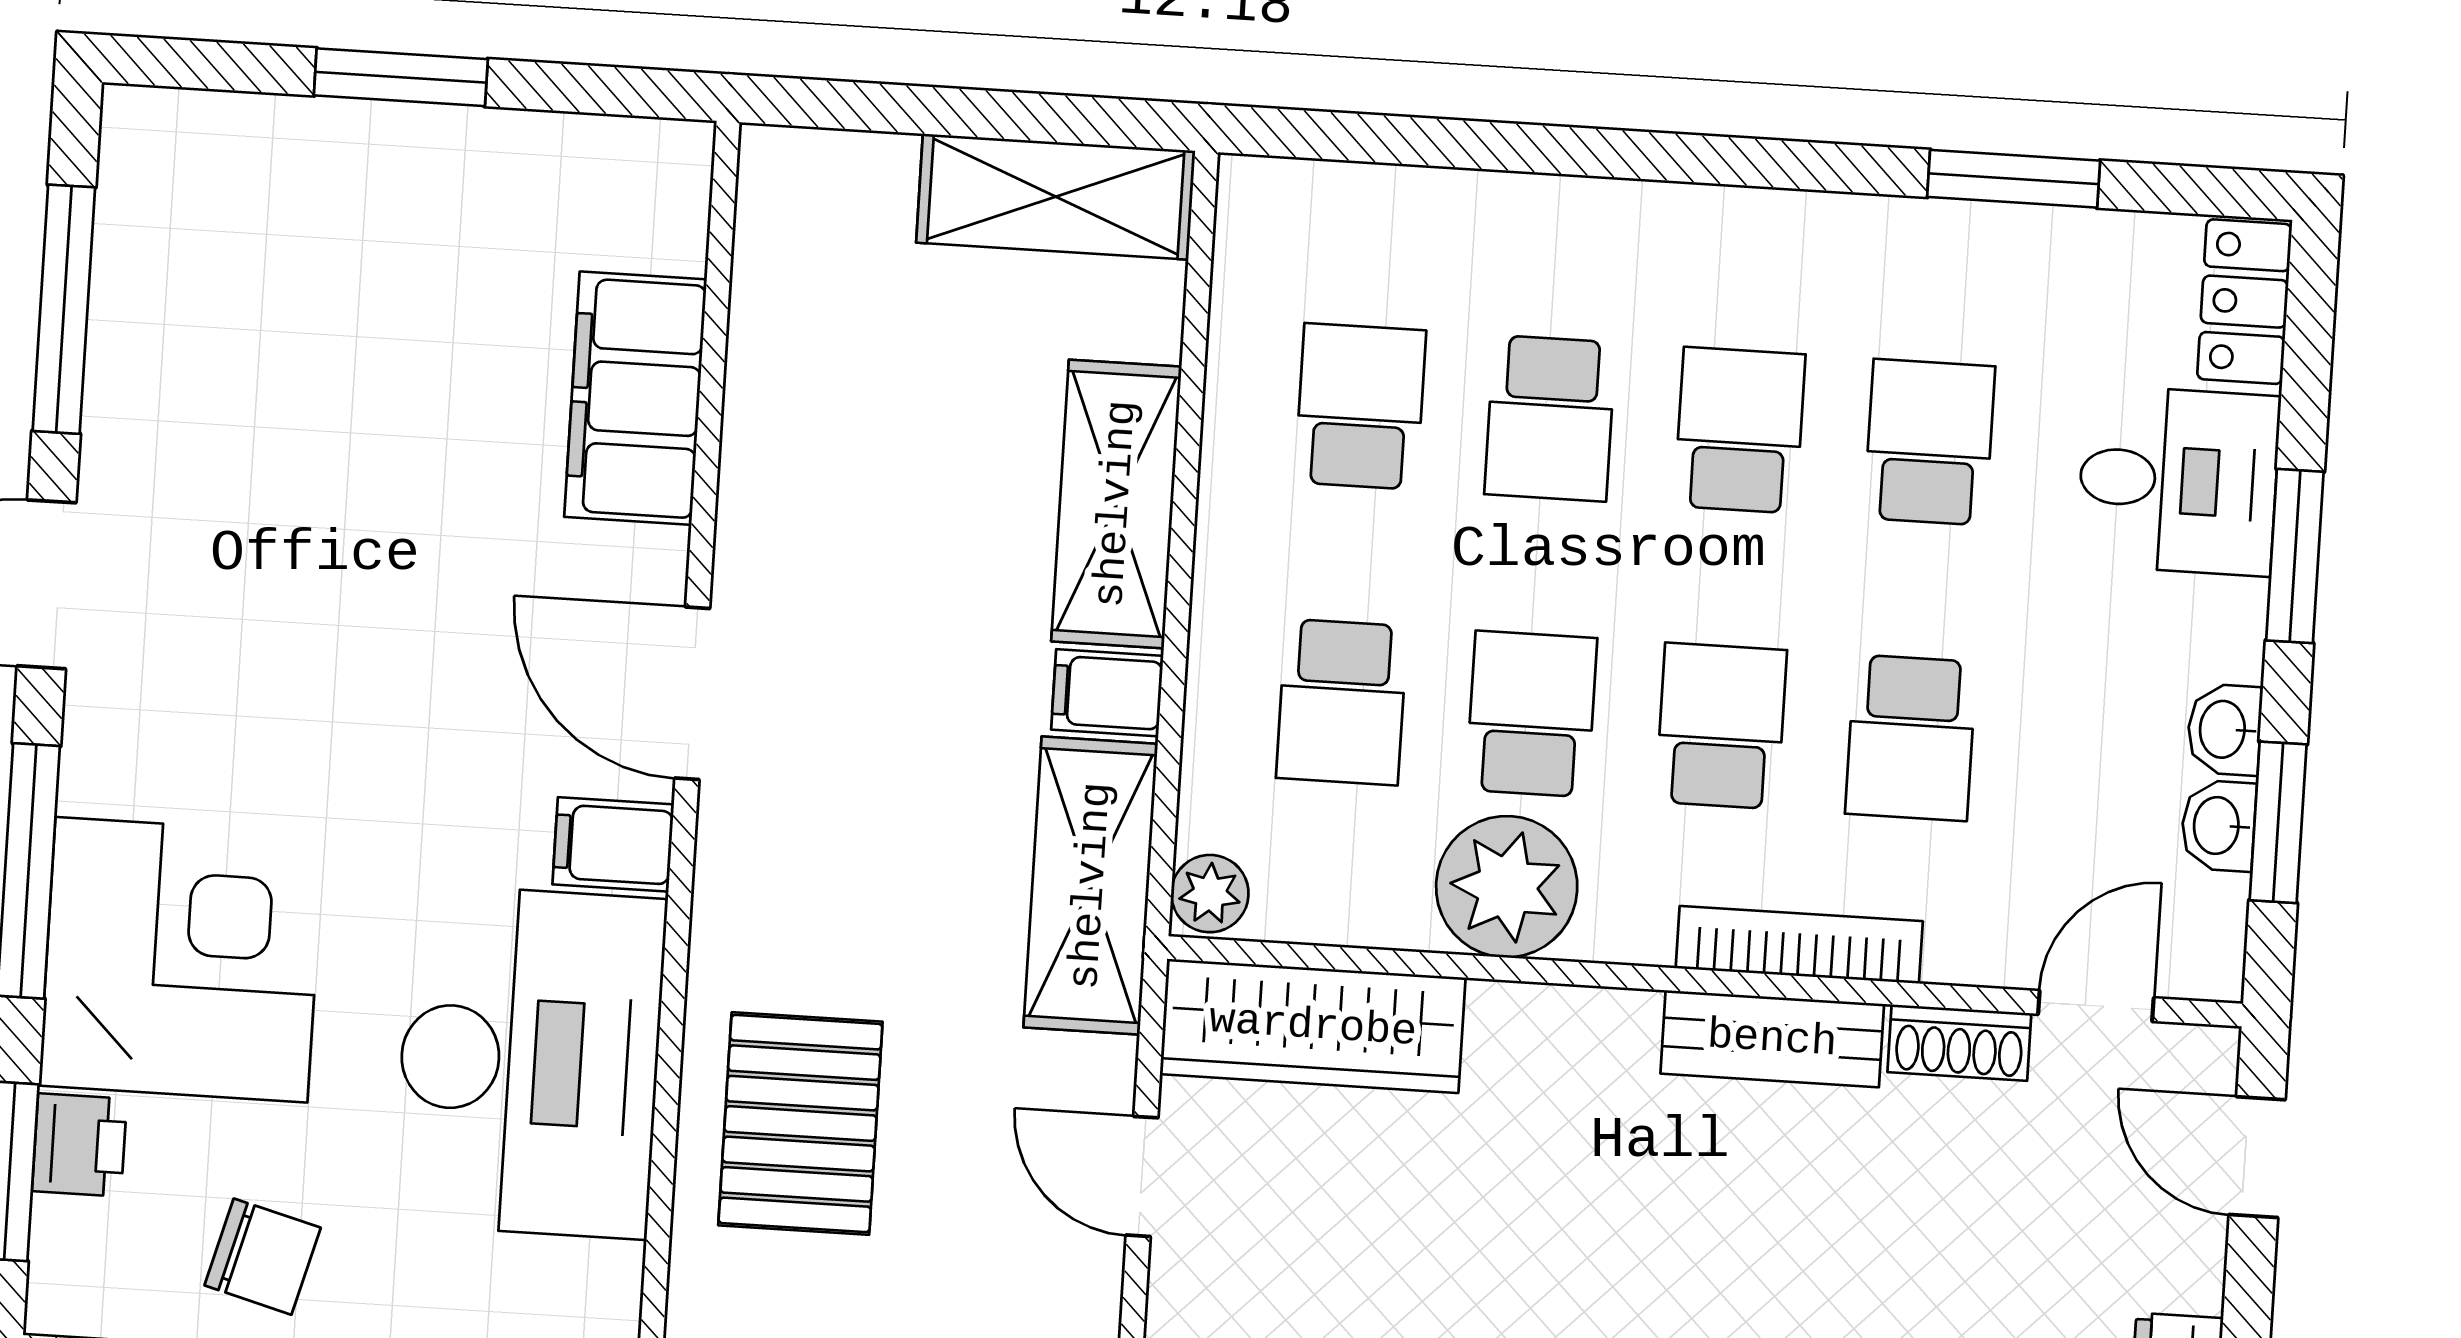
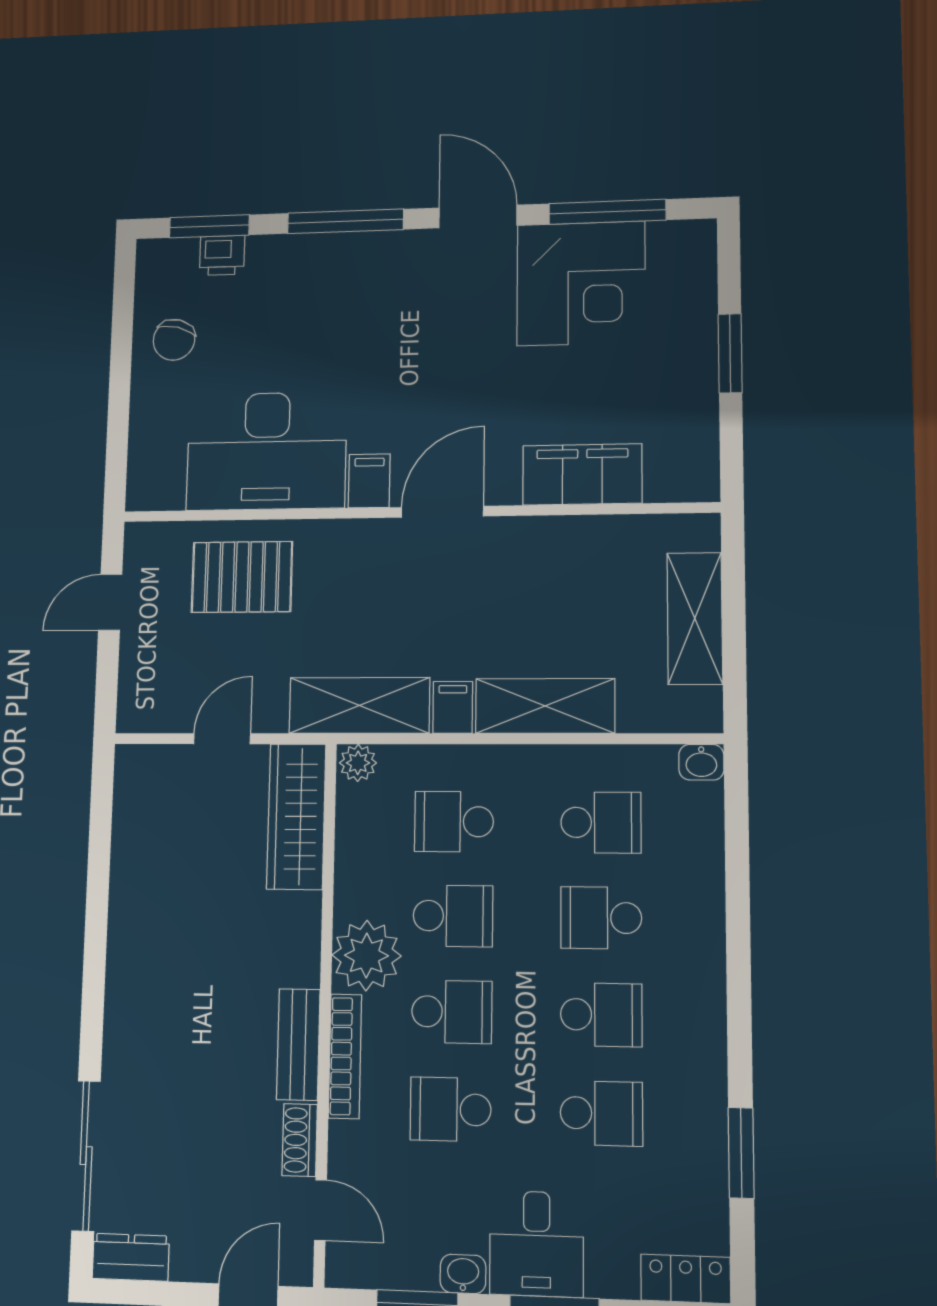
shelving: (1056, 197) -> (695, 618), moved
desk: (2178, 481) -> (536, 1244), moved
washbasin: (2218, 826) -> (701, 762), moved, turned 180
plant: (1507, 887) -> (366, 956), moved
corner desk: (181, 960) -> (581, 283), moved

